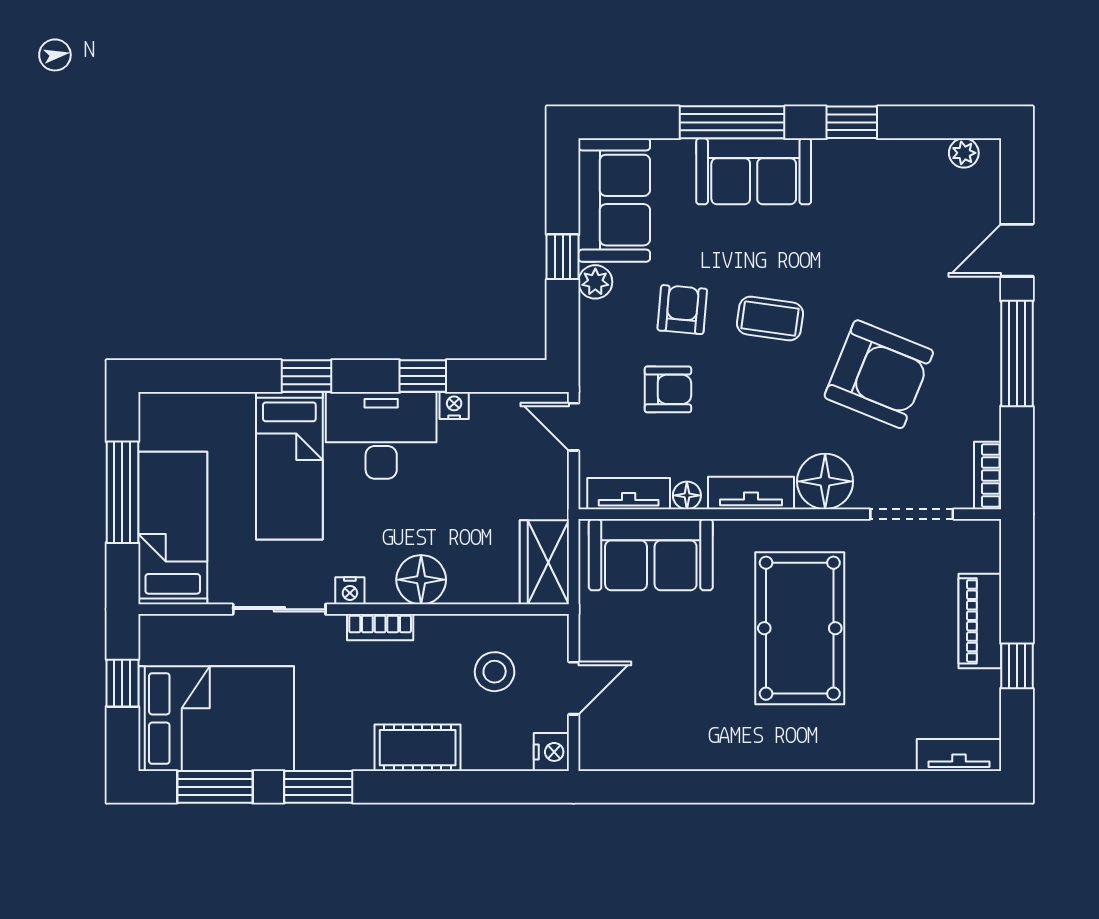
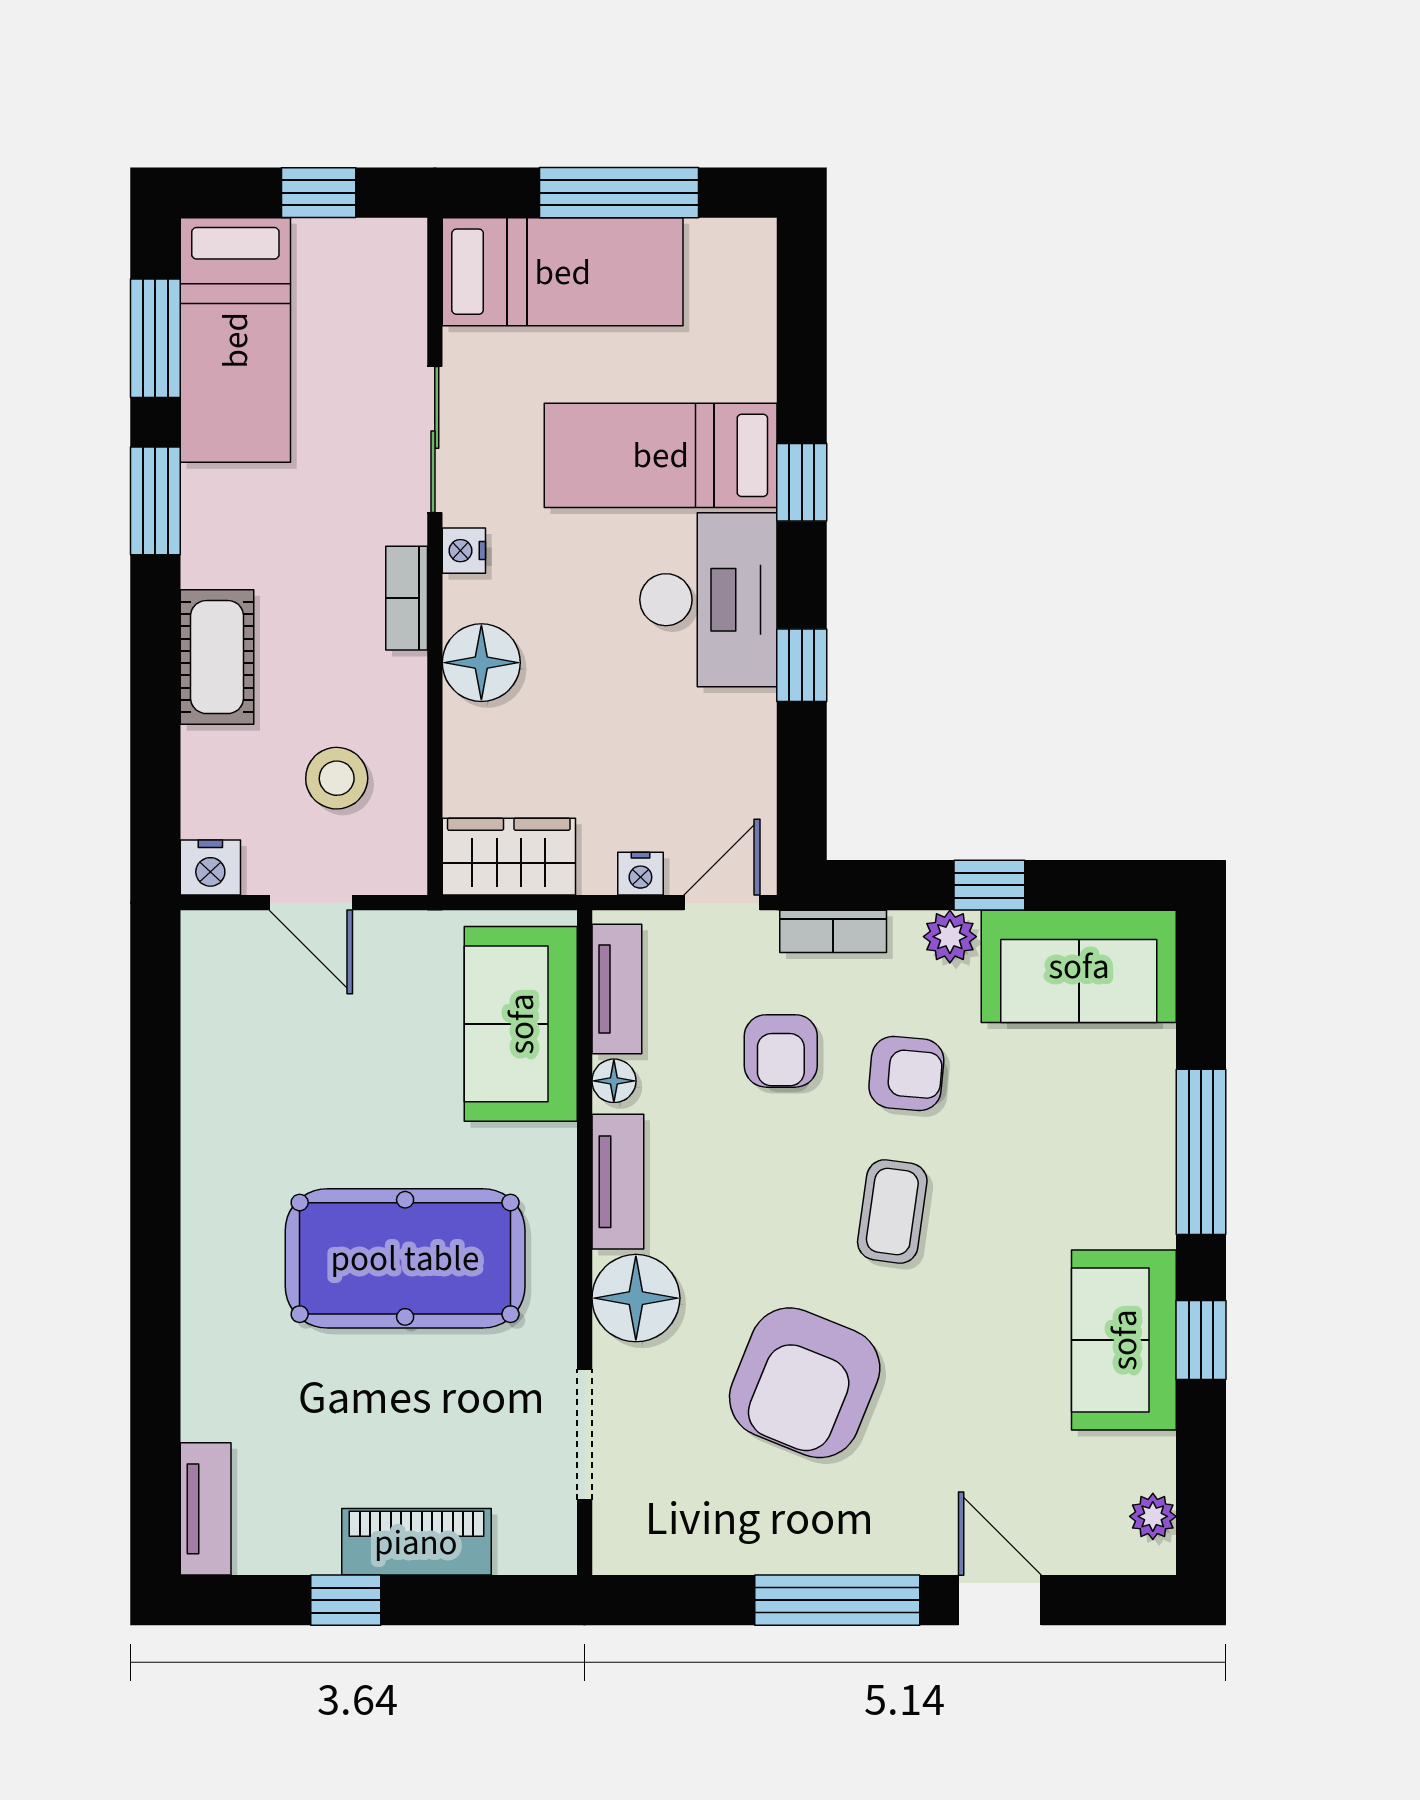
sofa: (754, 171) -> (1124, 1340), moved
nightstand: (454, 406) -> (640, 874), moved, turned 90
bookcase: (988, 475) -> (833, 931), moved, turned 180
bed: (216, 719) -> (235, 340), width x0.67

